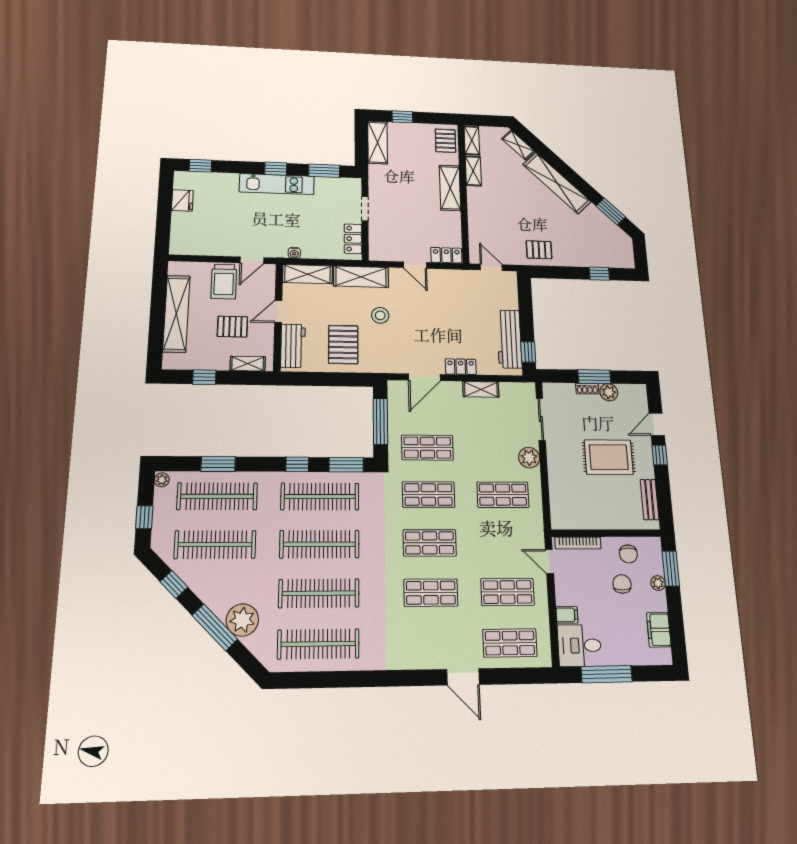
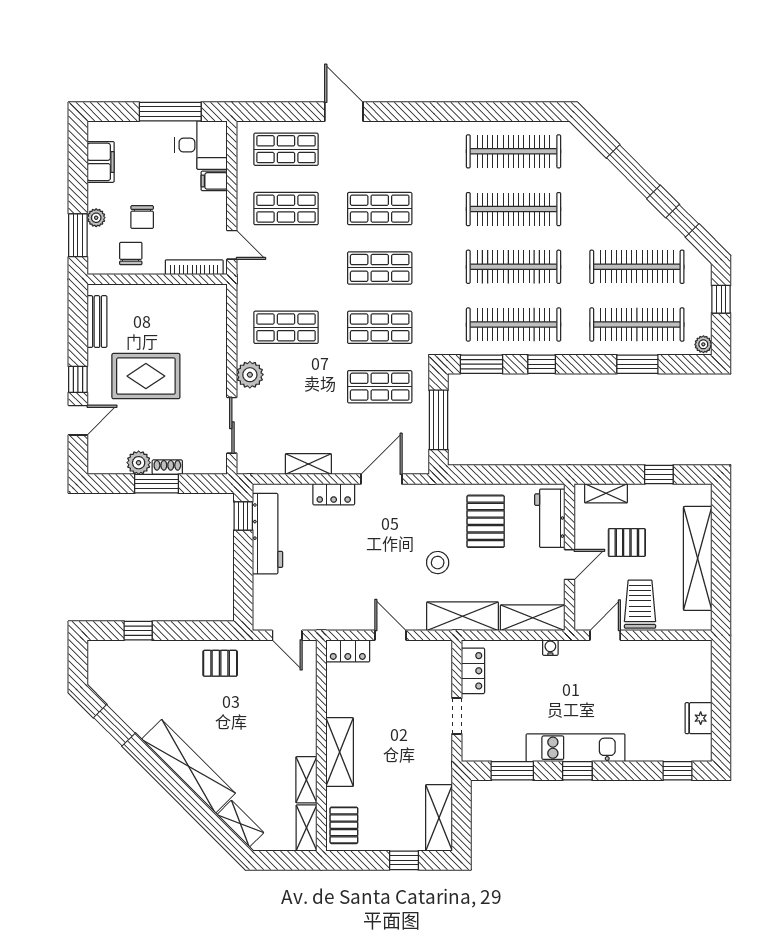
plant: (242, 620) -> (602, 179), removed

